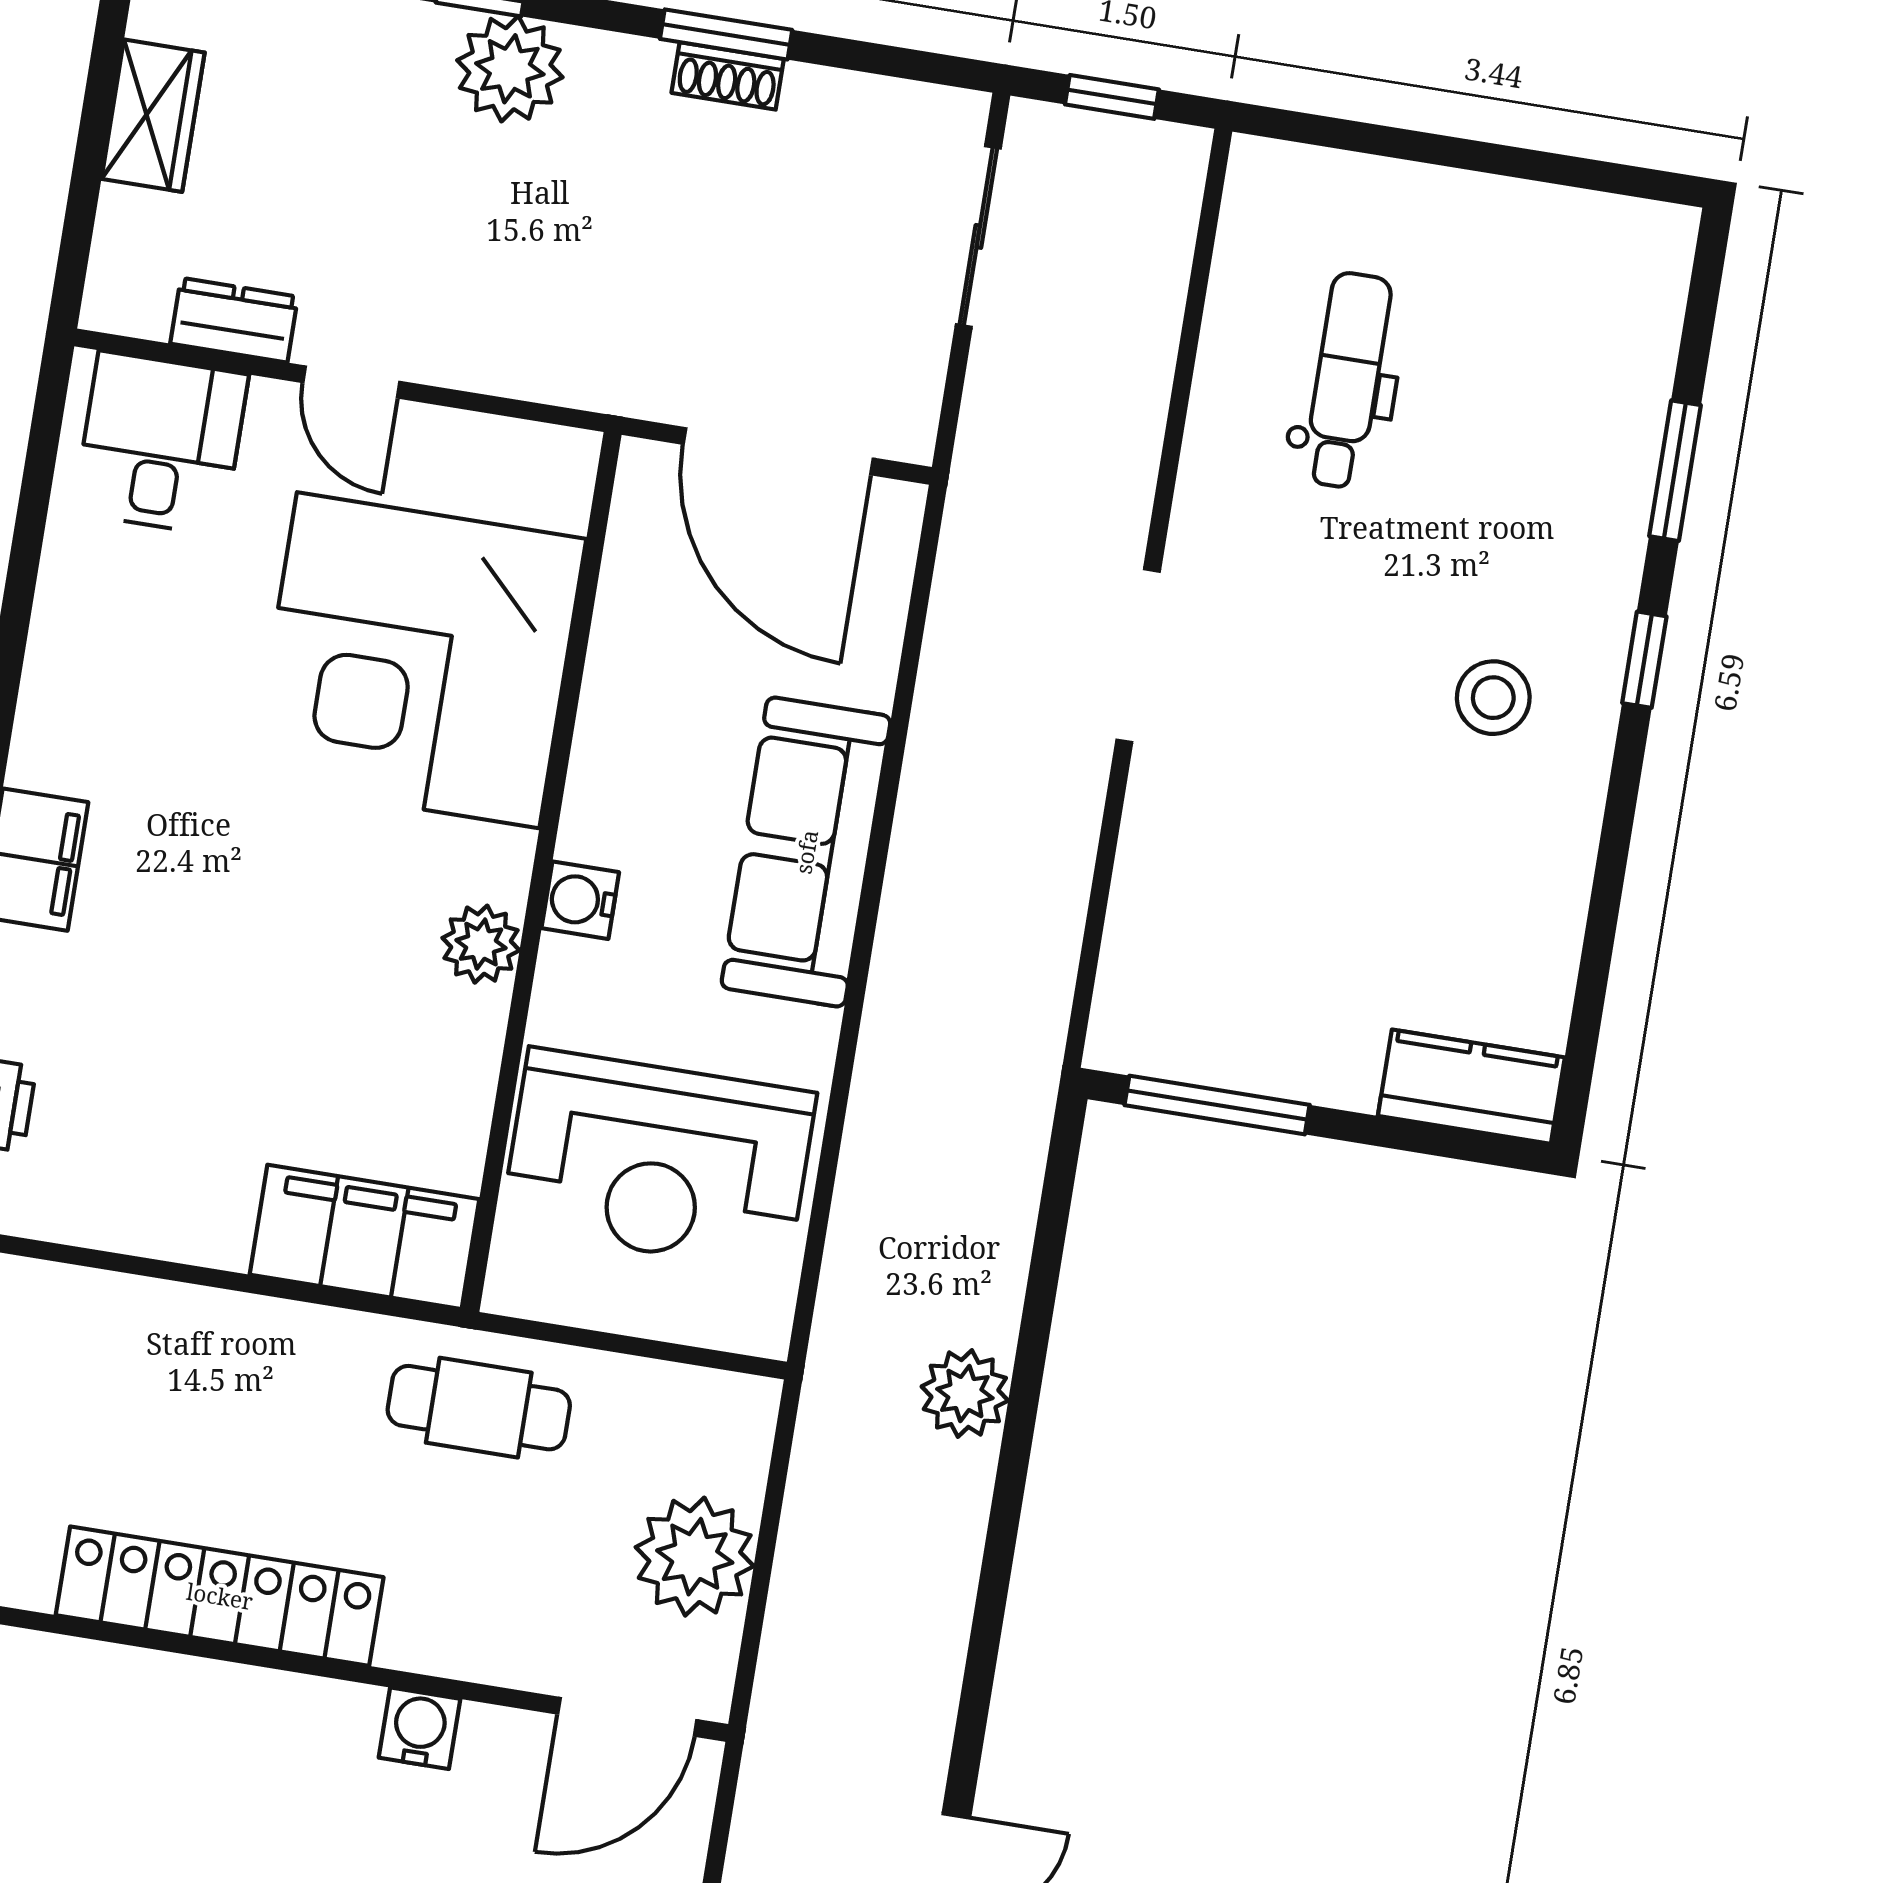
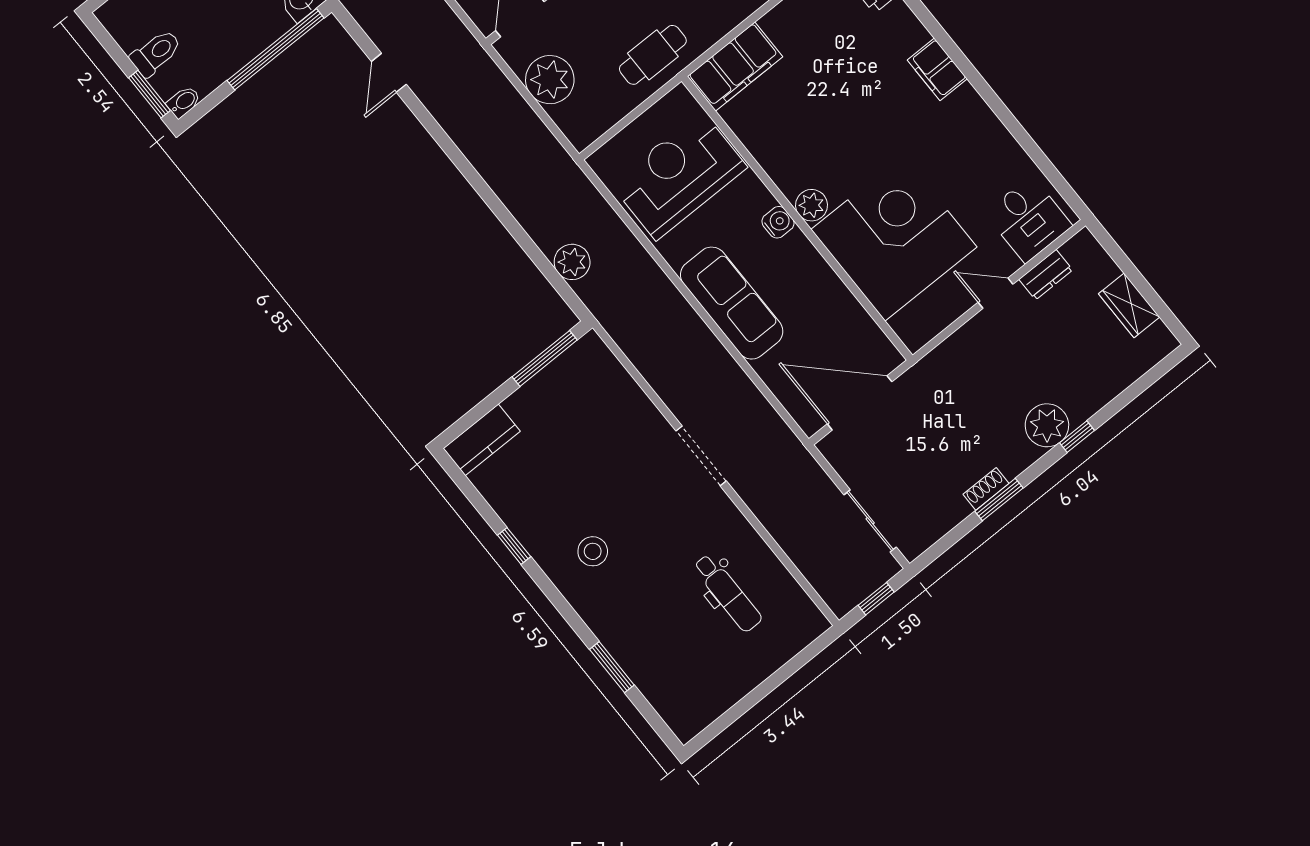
window: (1644, 660) -> (514, 546), moved
plant: (481, 944) -> (812, 205), moved
plant: (965, 1394) -> (572, 262), moved

